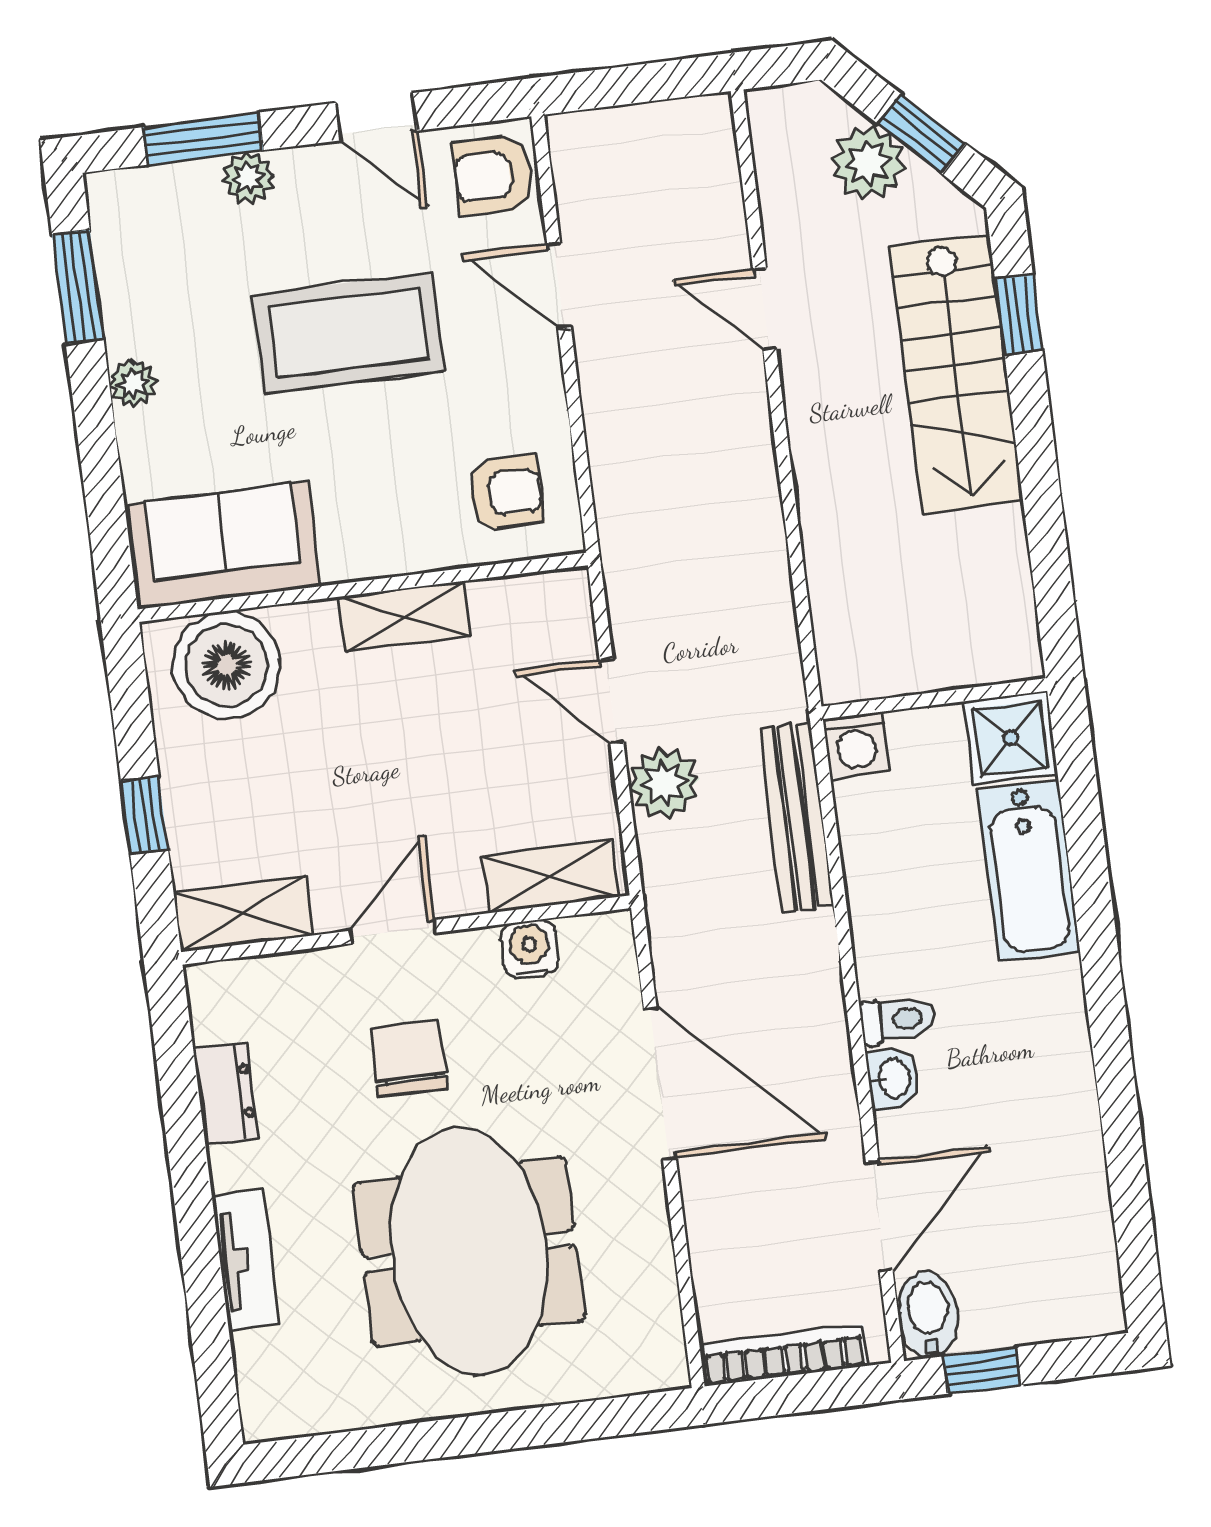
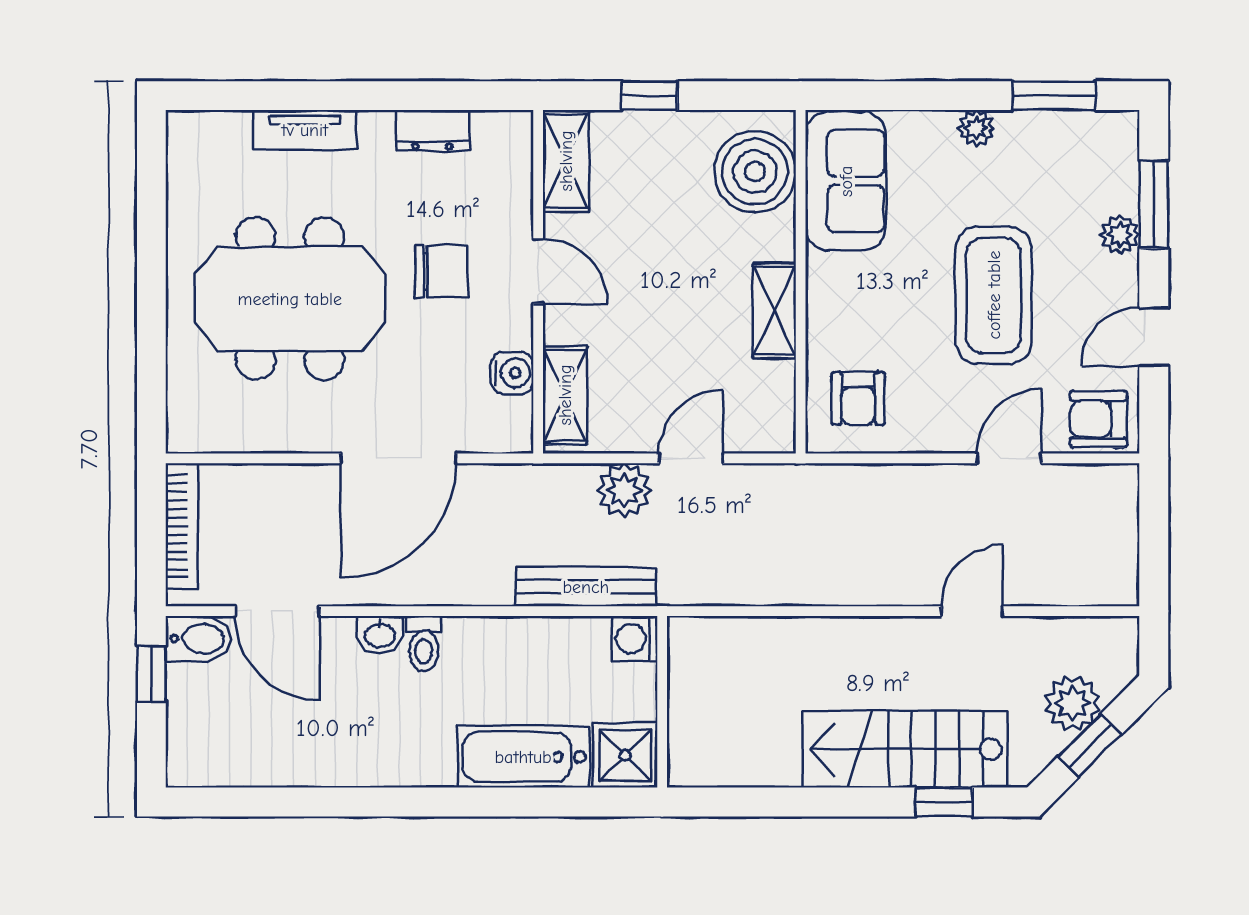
armchair: (493, 175) -> (1099, 419), turned -90

